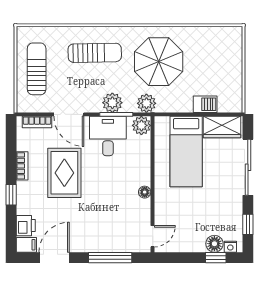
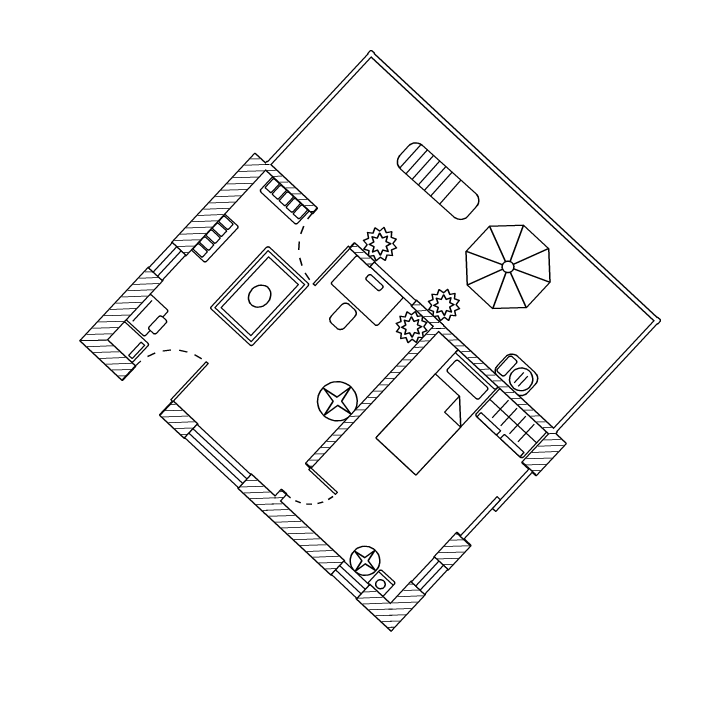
sun lounger: (37, 69) -> (346, 133), removed
plant: (112, 103) -> (380, 244), moved
floor lamp: (145, 192) -> (337, 401), width x1.89, depth x1.89

